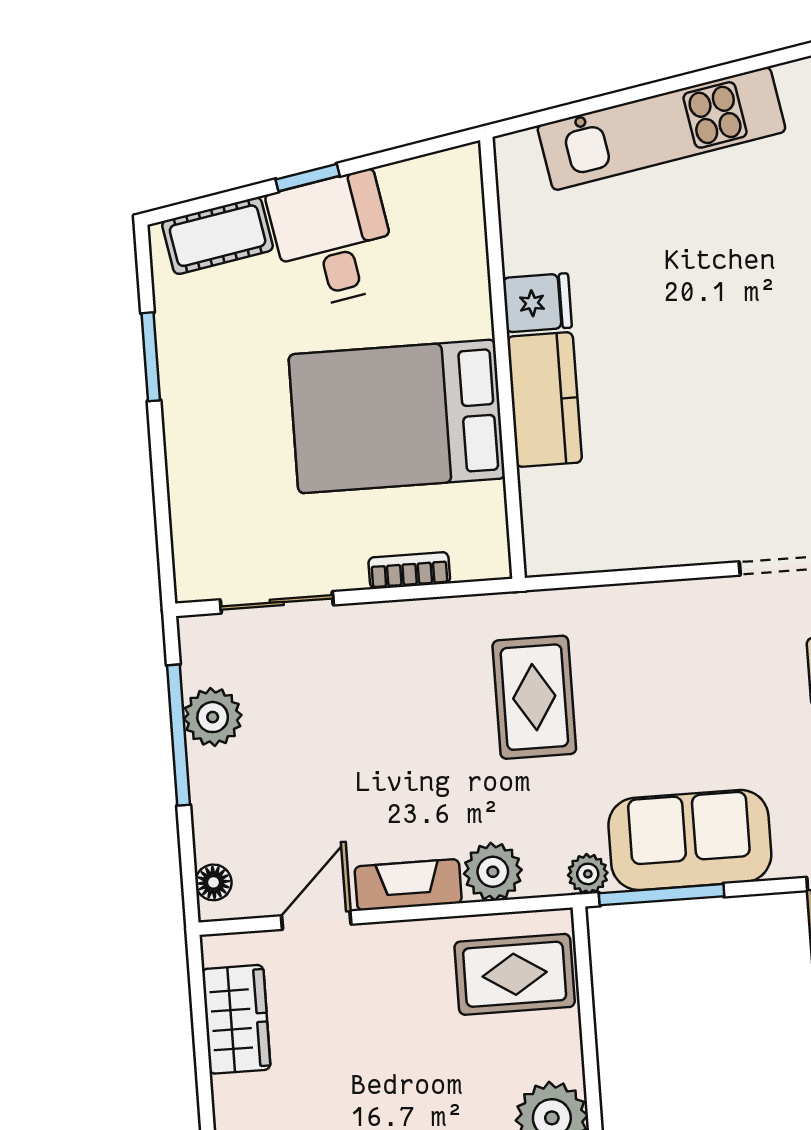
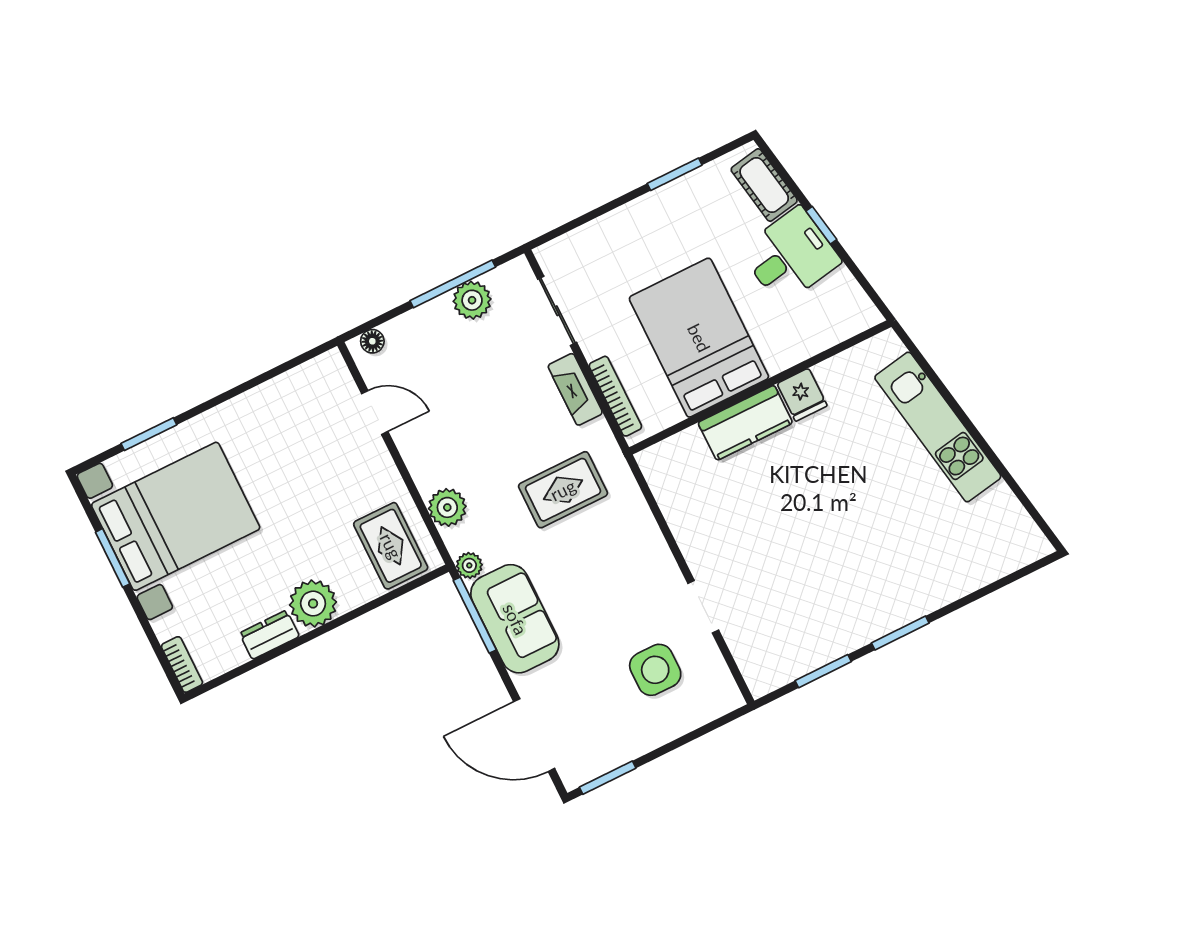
bookcase: (409, 570) -> (615, 396), width x1.56
fireplace: (408, 885) -> (575, 389), moved, turned 180
wardrobe: (236, 1019) -> (295, 389), removed

